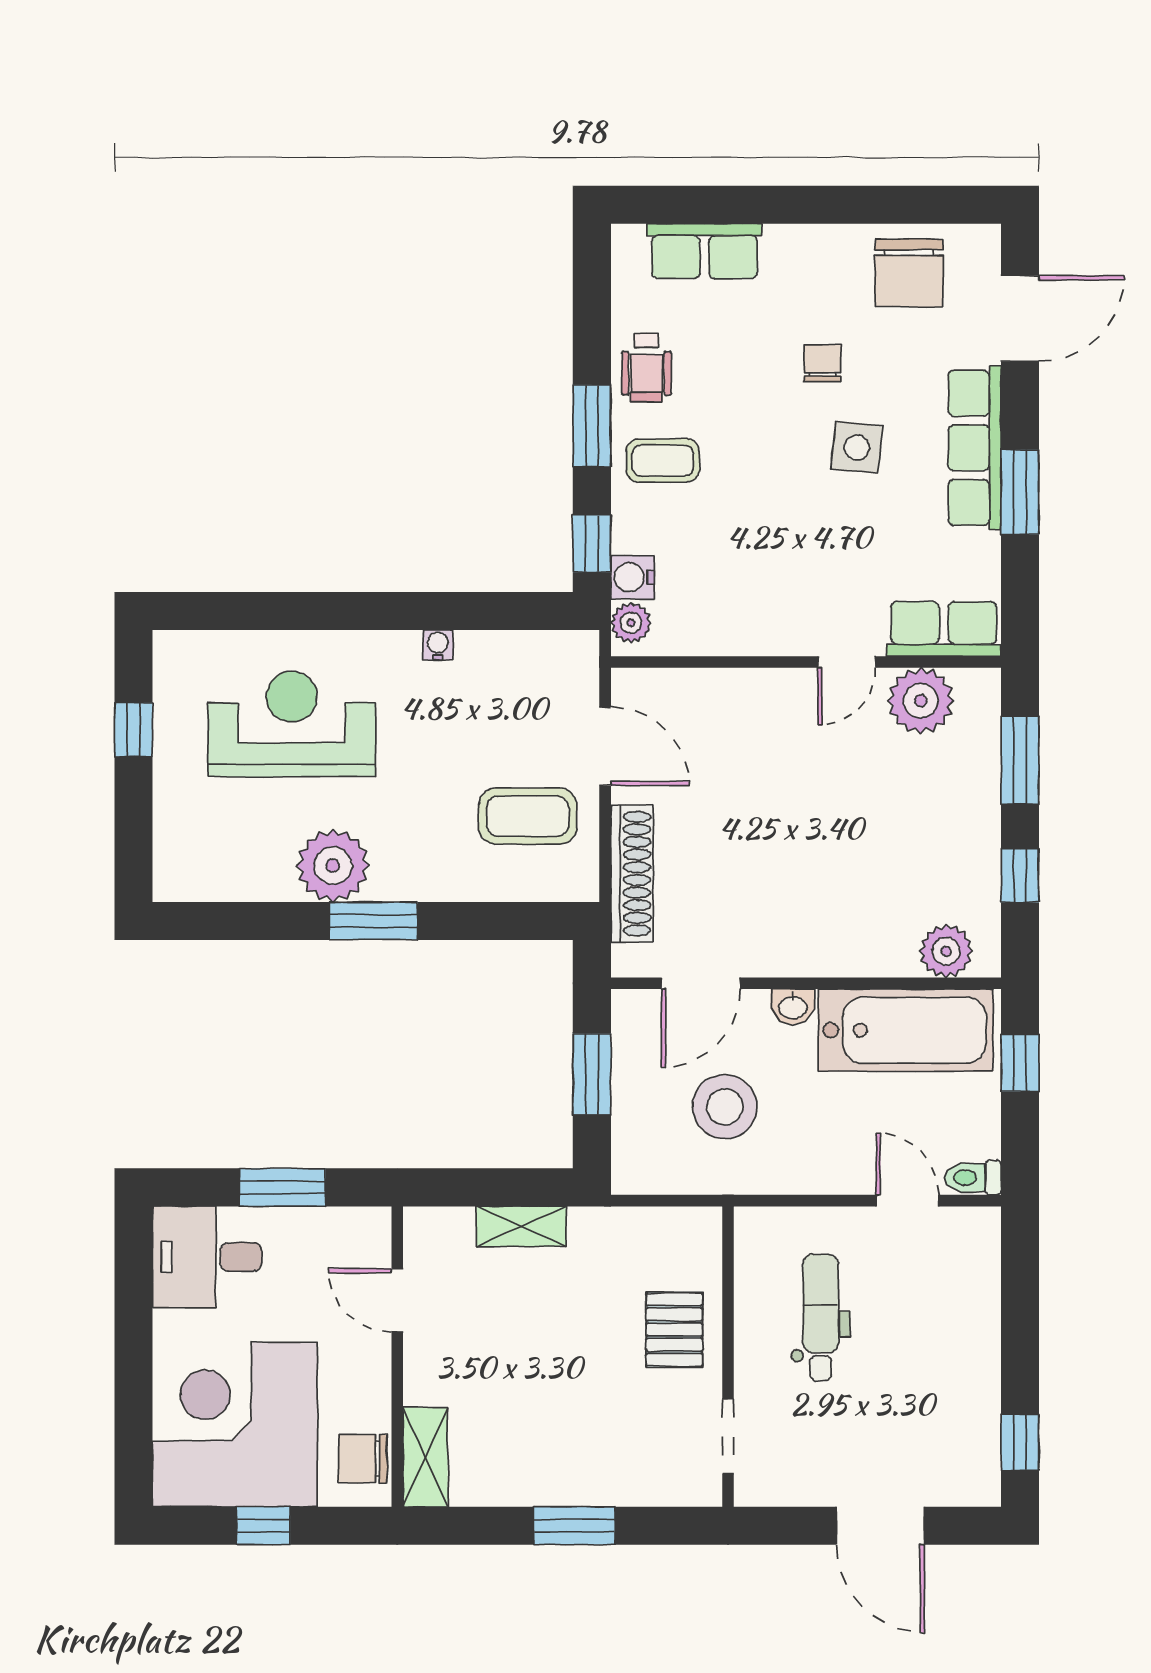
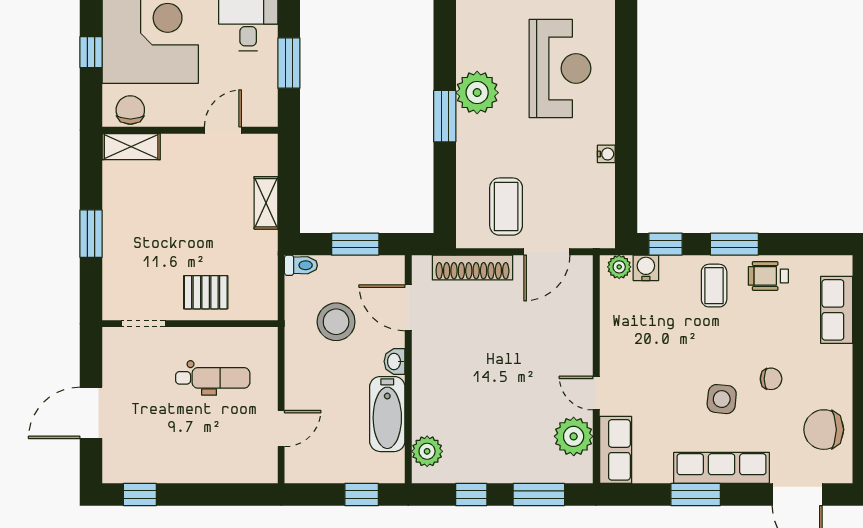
bathtub: (906, 1030) -> (387, 414), width x0.73, depth x0.73
toilet: (973, 1178) -> (301, 265), moved, turned 90

